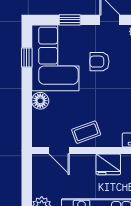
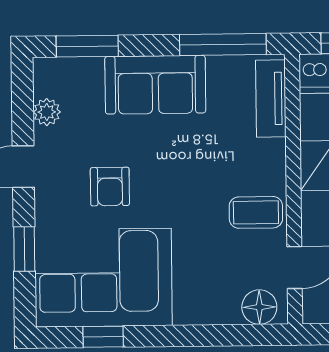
floor lamp: (40, 101) -> (259, 307), moved
coffee table: (86, 132) -> (256, 212), turned -70

